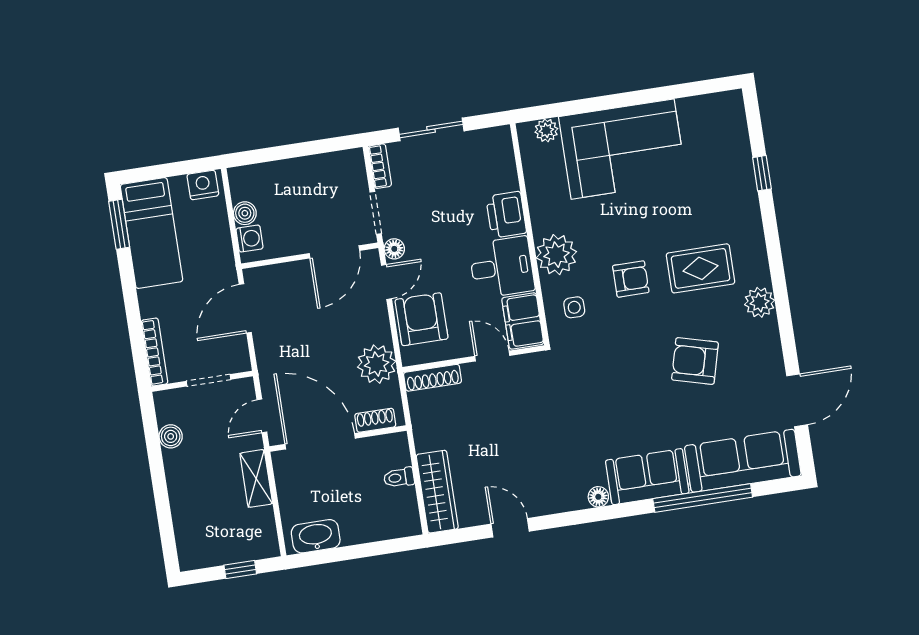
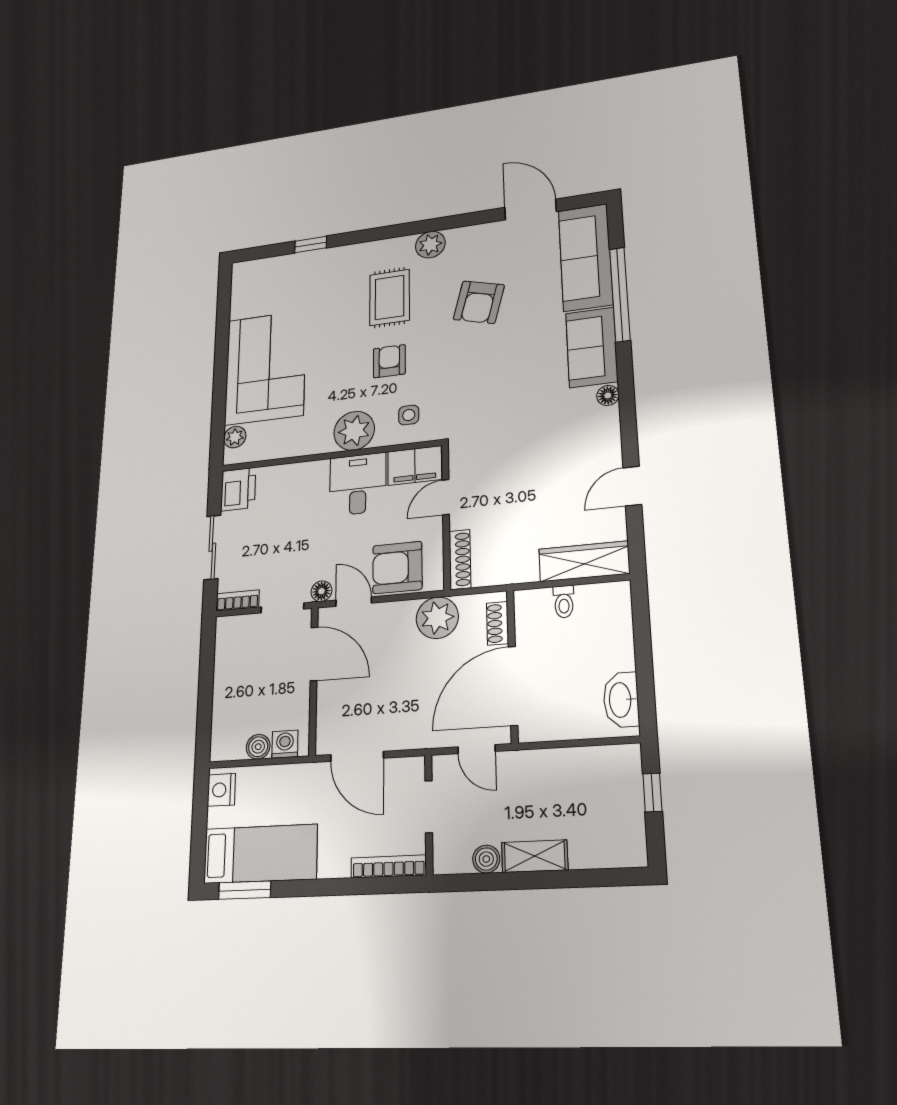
printer: (506, 215) -> (238, 489), moved, turned -90
shelving: (256, 478) -> (535, 856), moved

